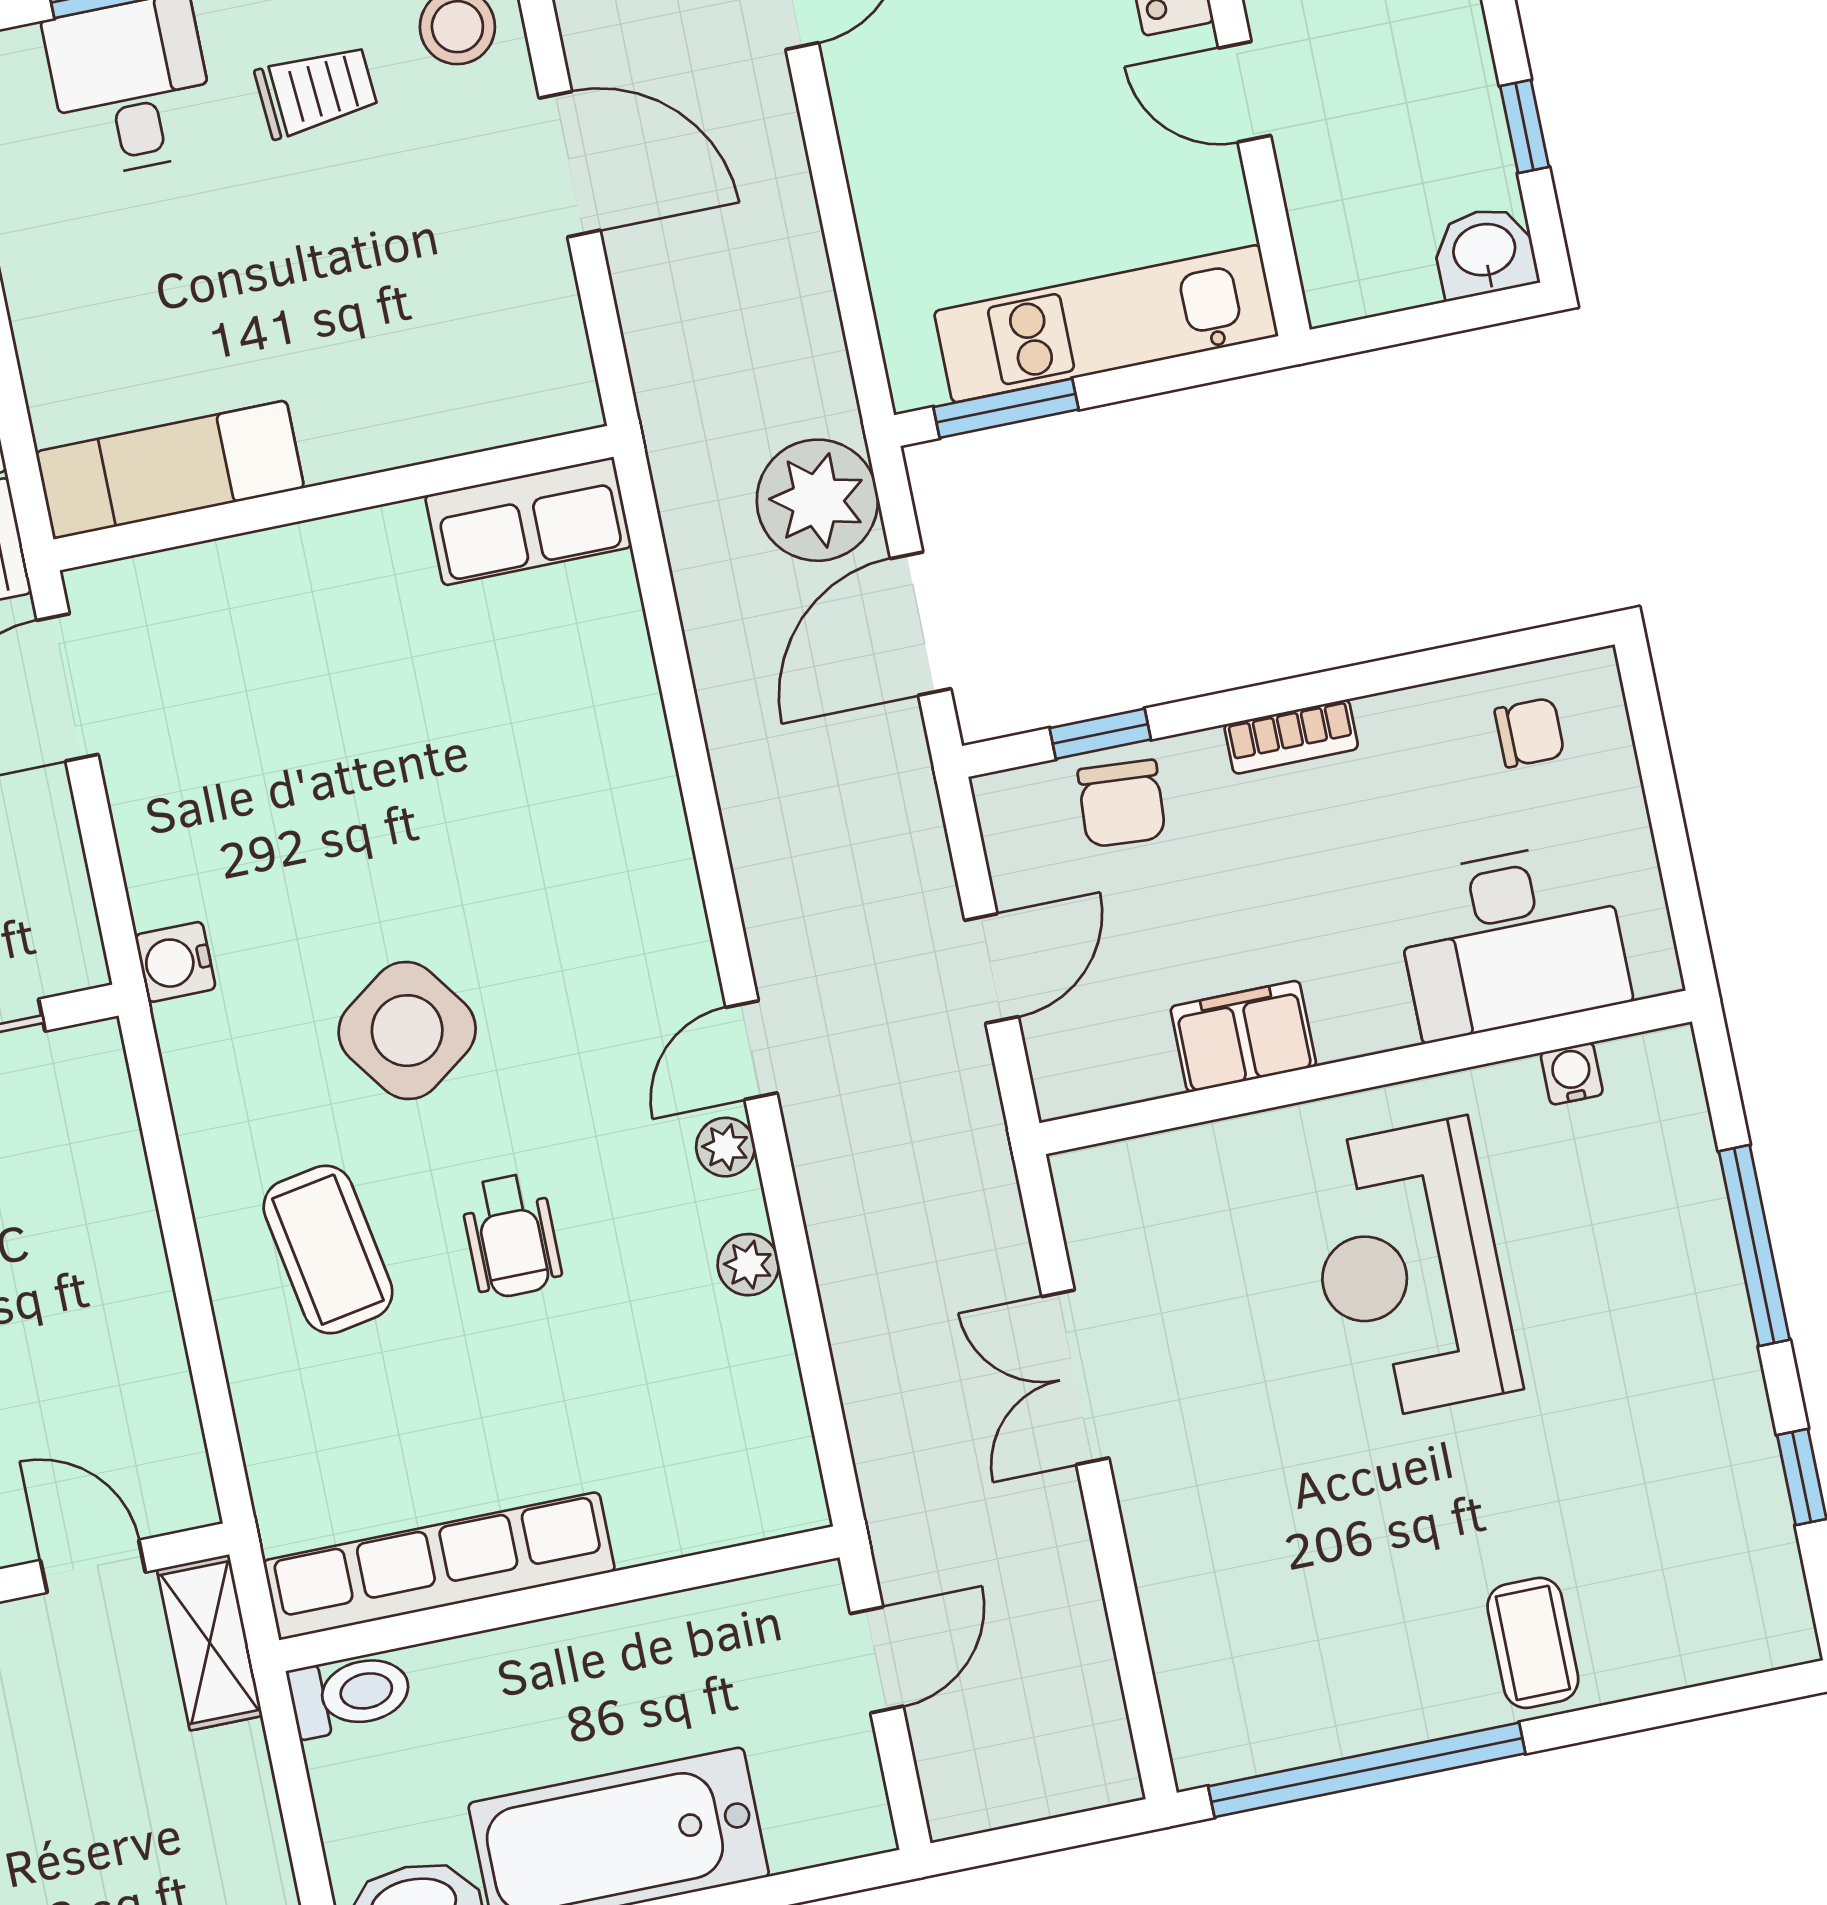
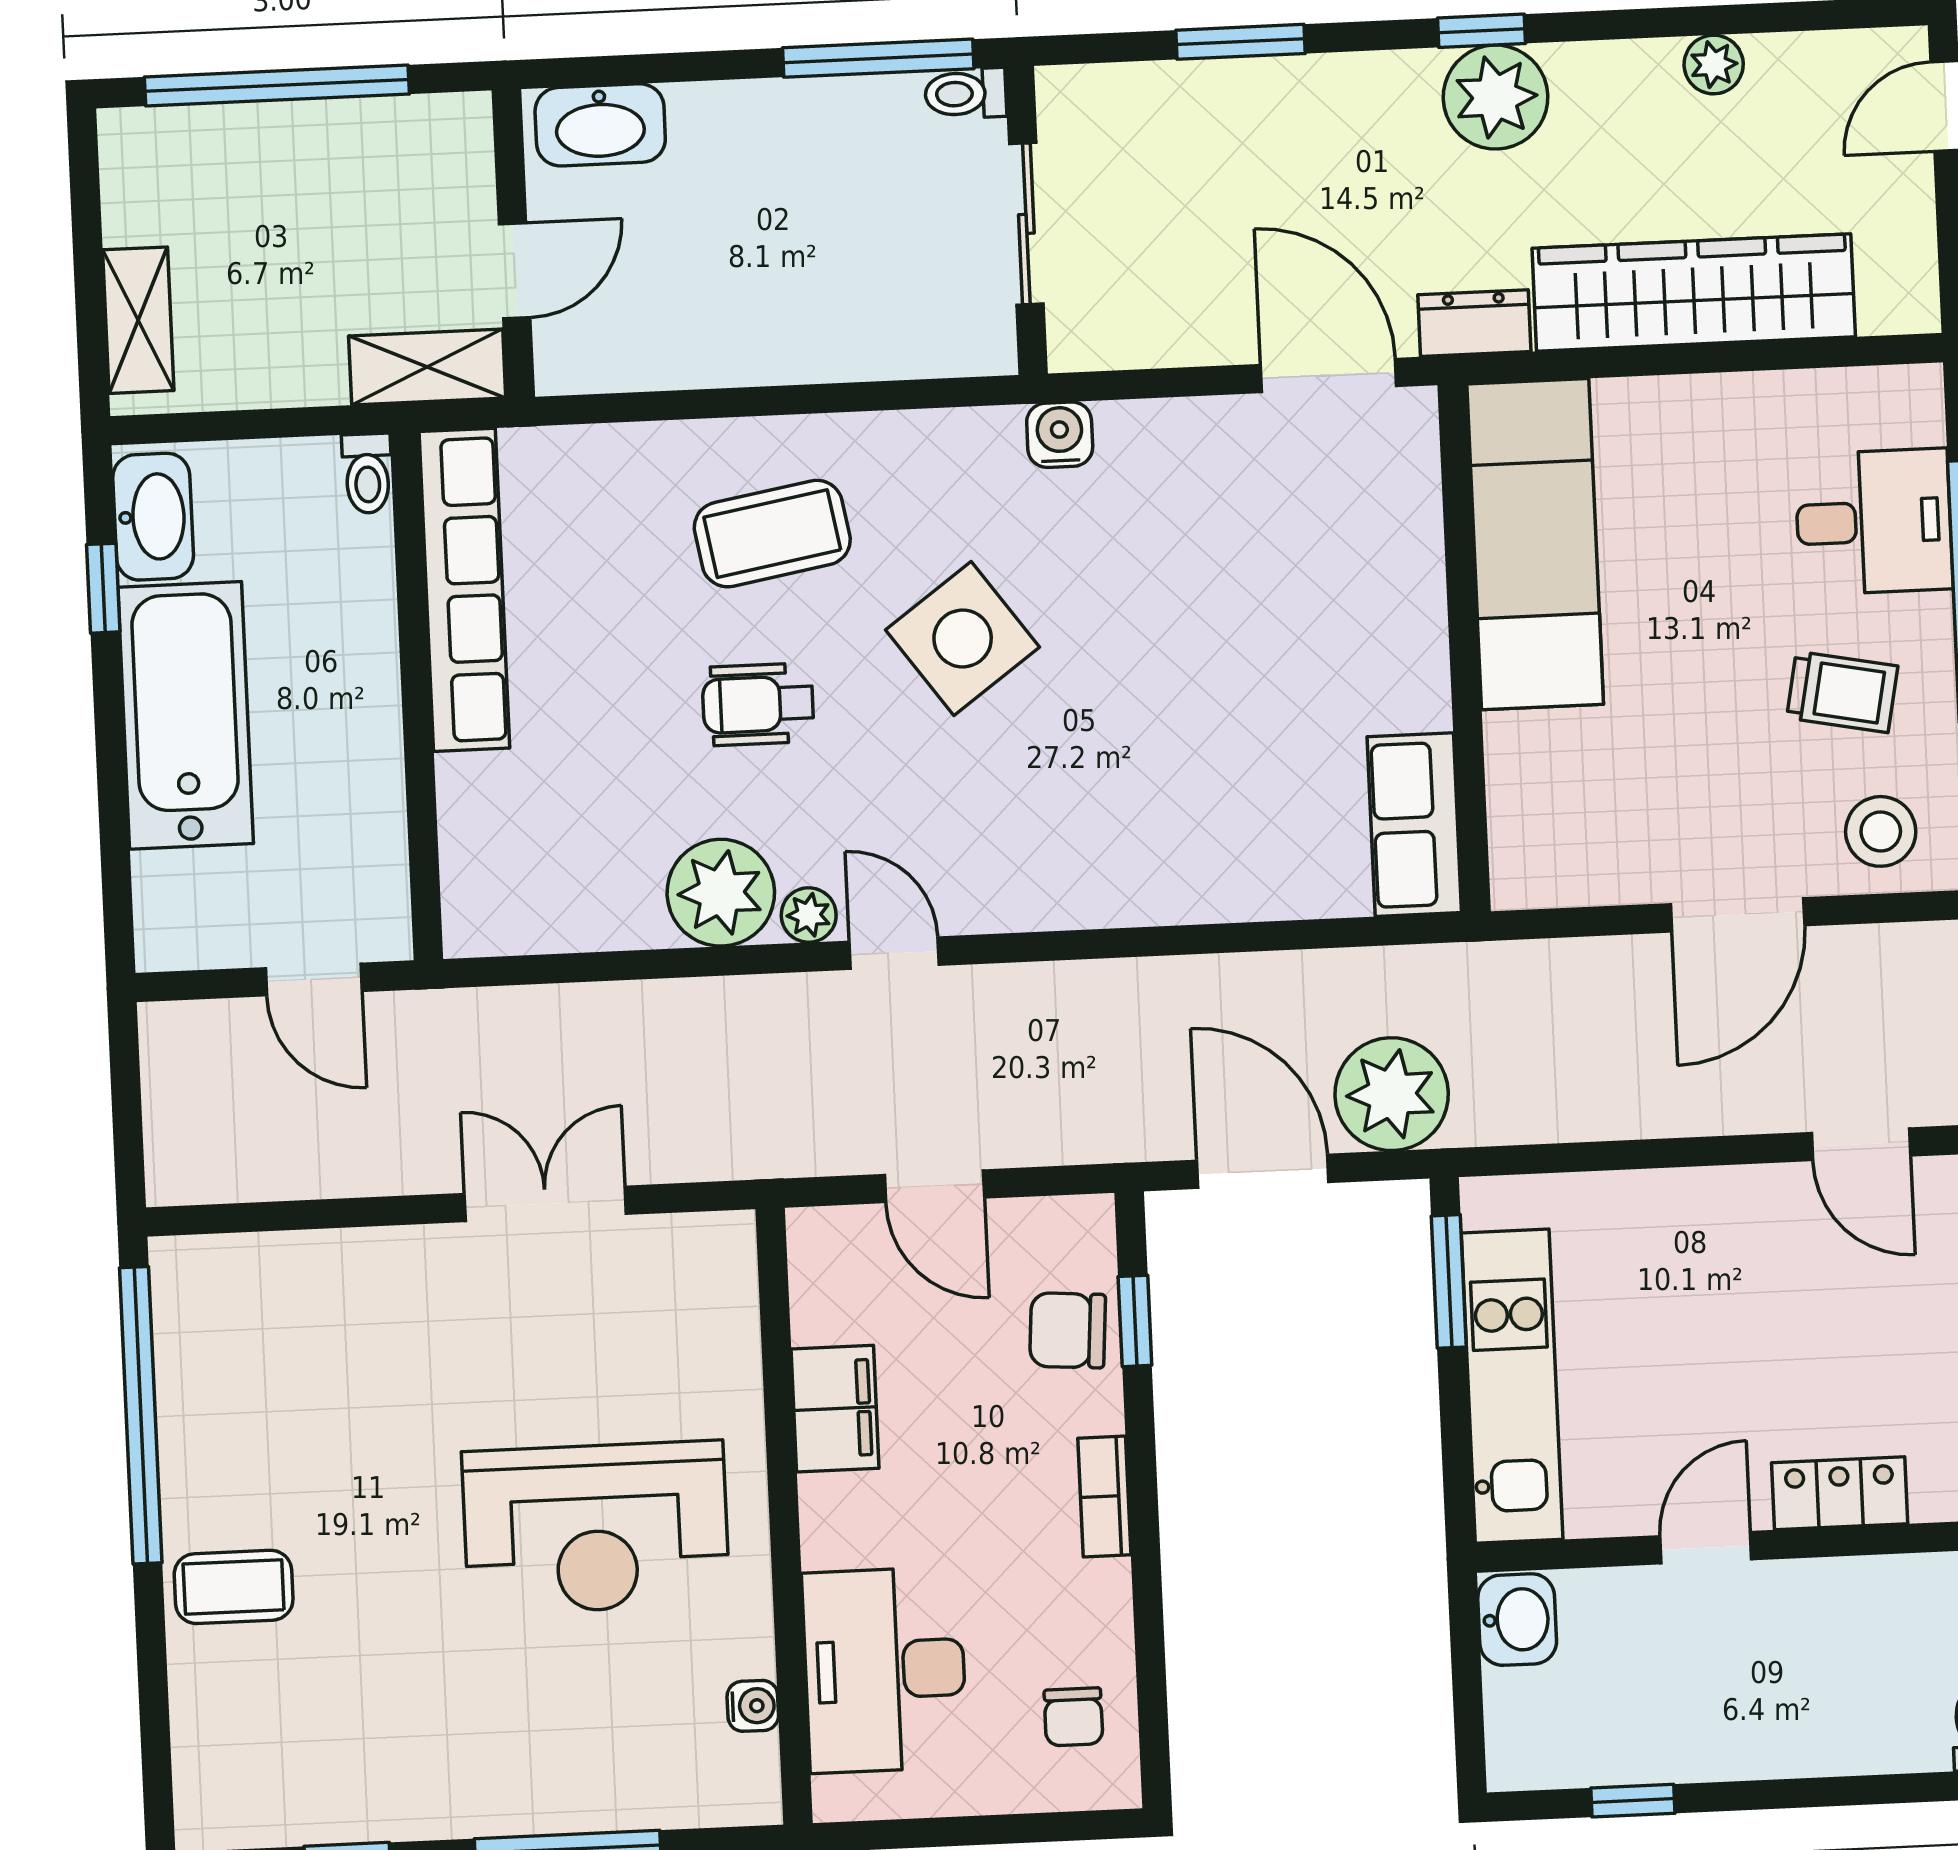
trolley: (316, 91) -> (1842, 692), turned -75
washbasin: (1485, 252) -> (1517, 1620), moved
exam couch: (170, 470) -> (1535, 544), width x1.36, depth x1.45
plant: (748, 1265) -> (721, 893), width x1.87, depth x1.87
reception desk: (1410, 1270) -> (596, 1528), turned 180
toilet: (350, 1694) -> (367, 473), width x0.73, depth x0.72

